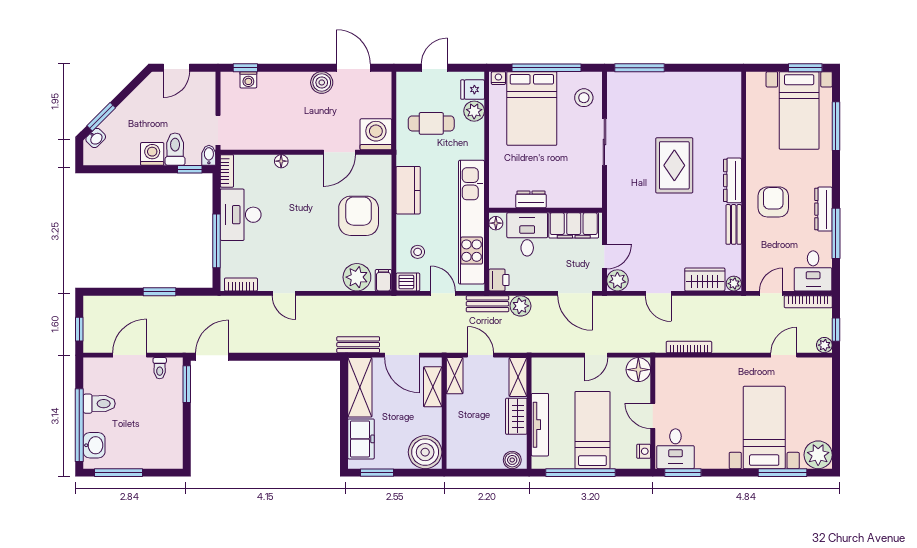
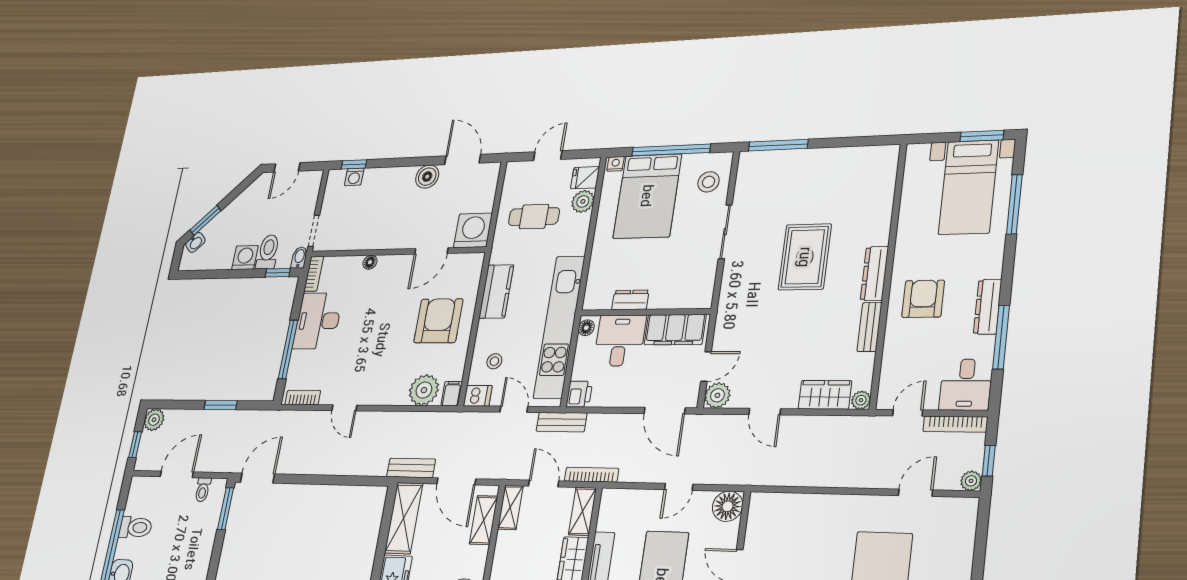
plant: (521, 306) -> (154, 420), moved
bookcase: (689, 347) -> (592, 475), moved

